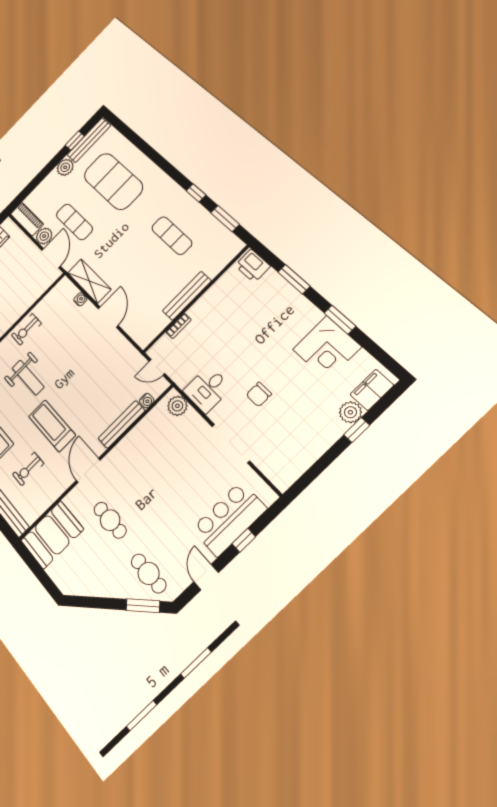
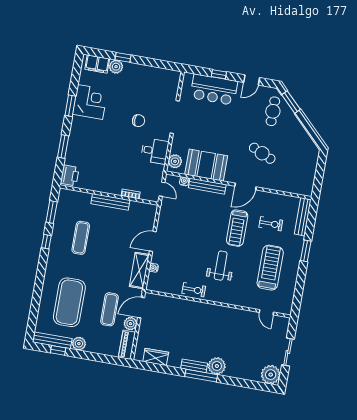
cafe table: (110, 520) -> (262, 153), turned -66
booth: (52, 535) -> (206, 165), moved

